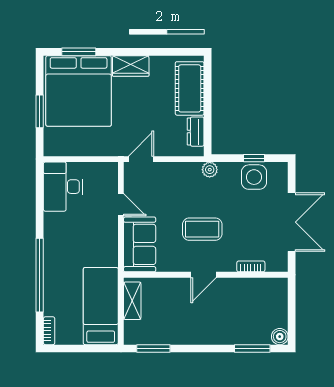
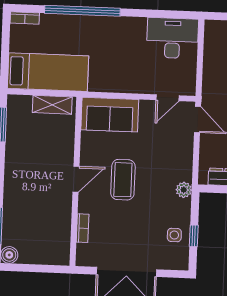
side table: (254, 177) -> (174, 235), width x0.54, depth x0.54
door: (121, 205) -> (168, 98), moved
door: (204, 275) -> (76, 179), swing flipped

